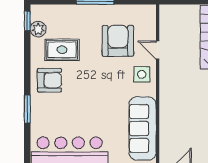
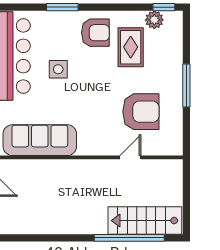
side table: (142, 74) -> (58, 69), moved
armchair: (49, 80) -> (95, 33), turned -90

